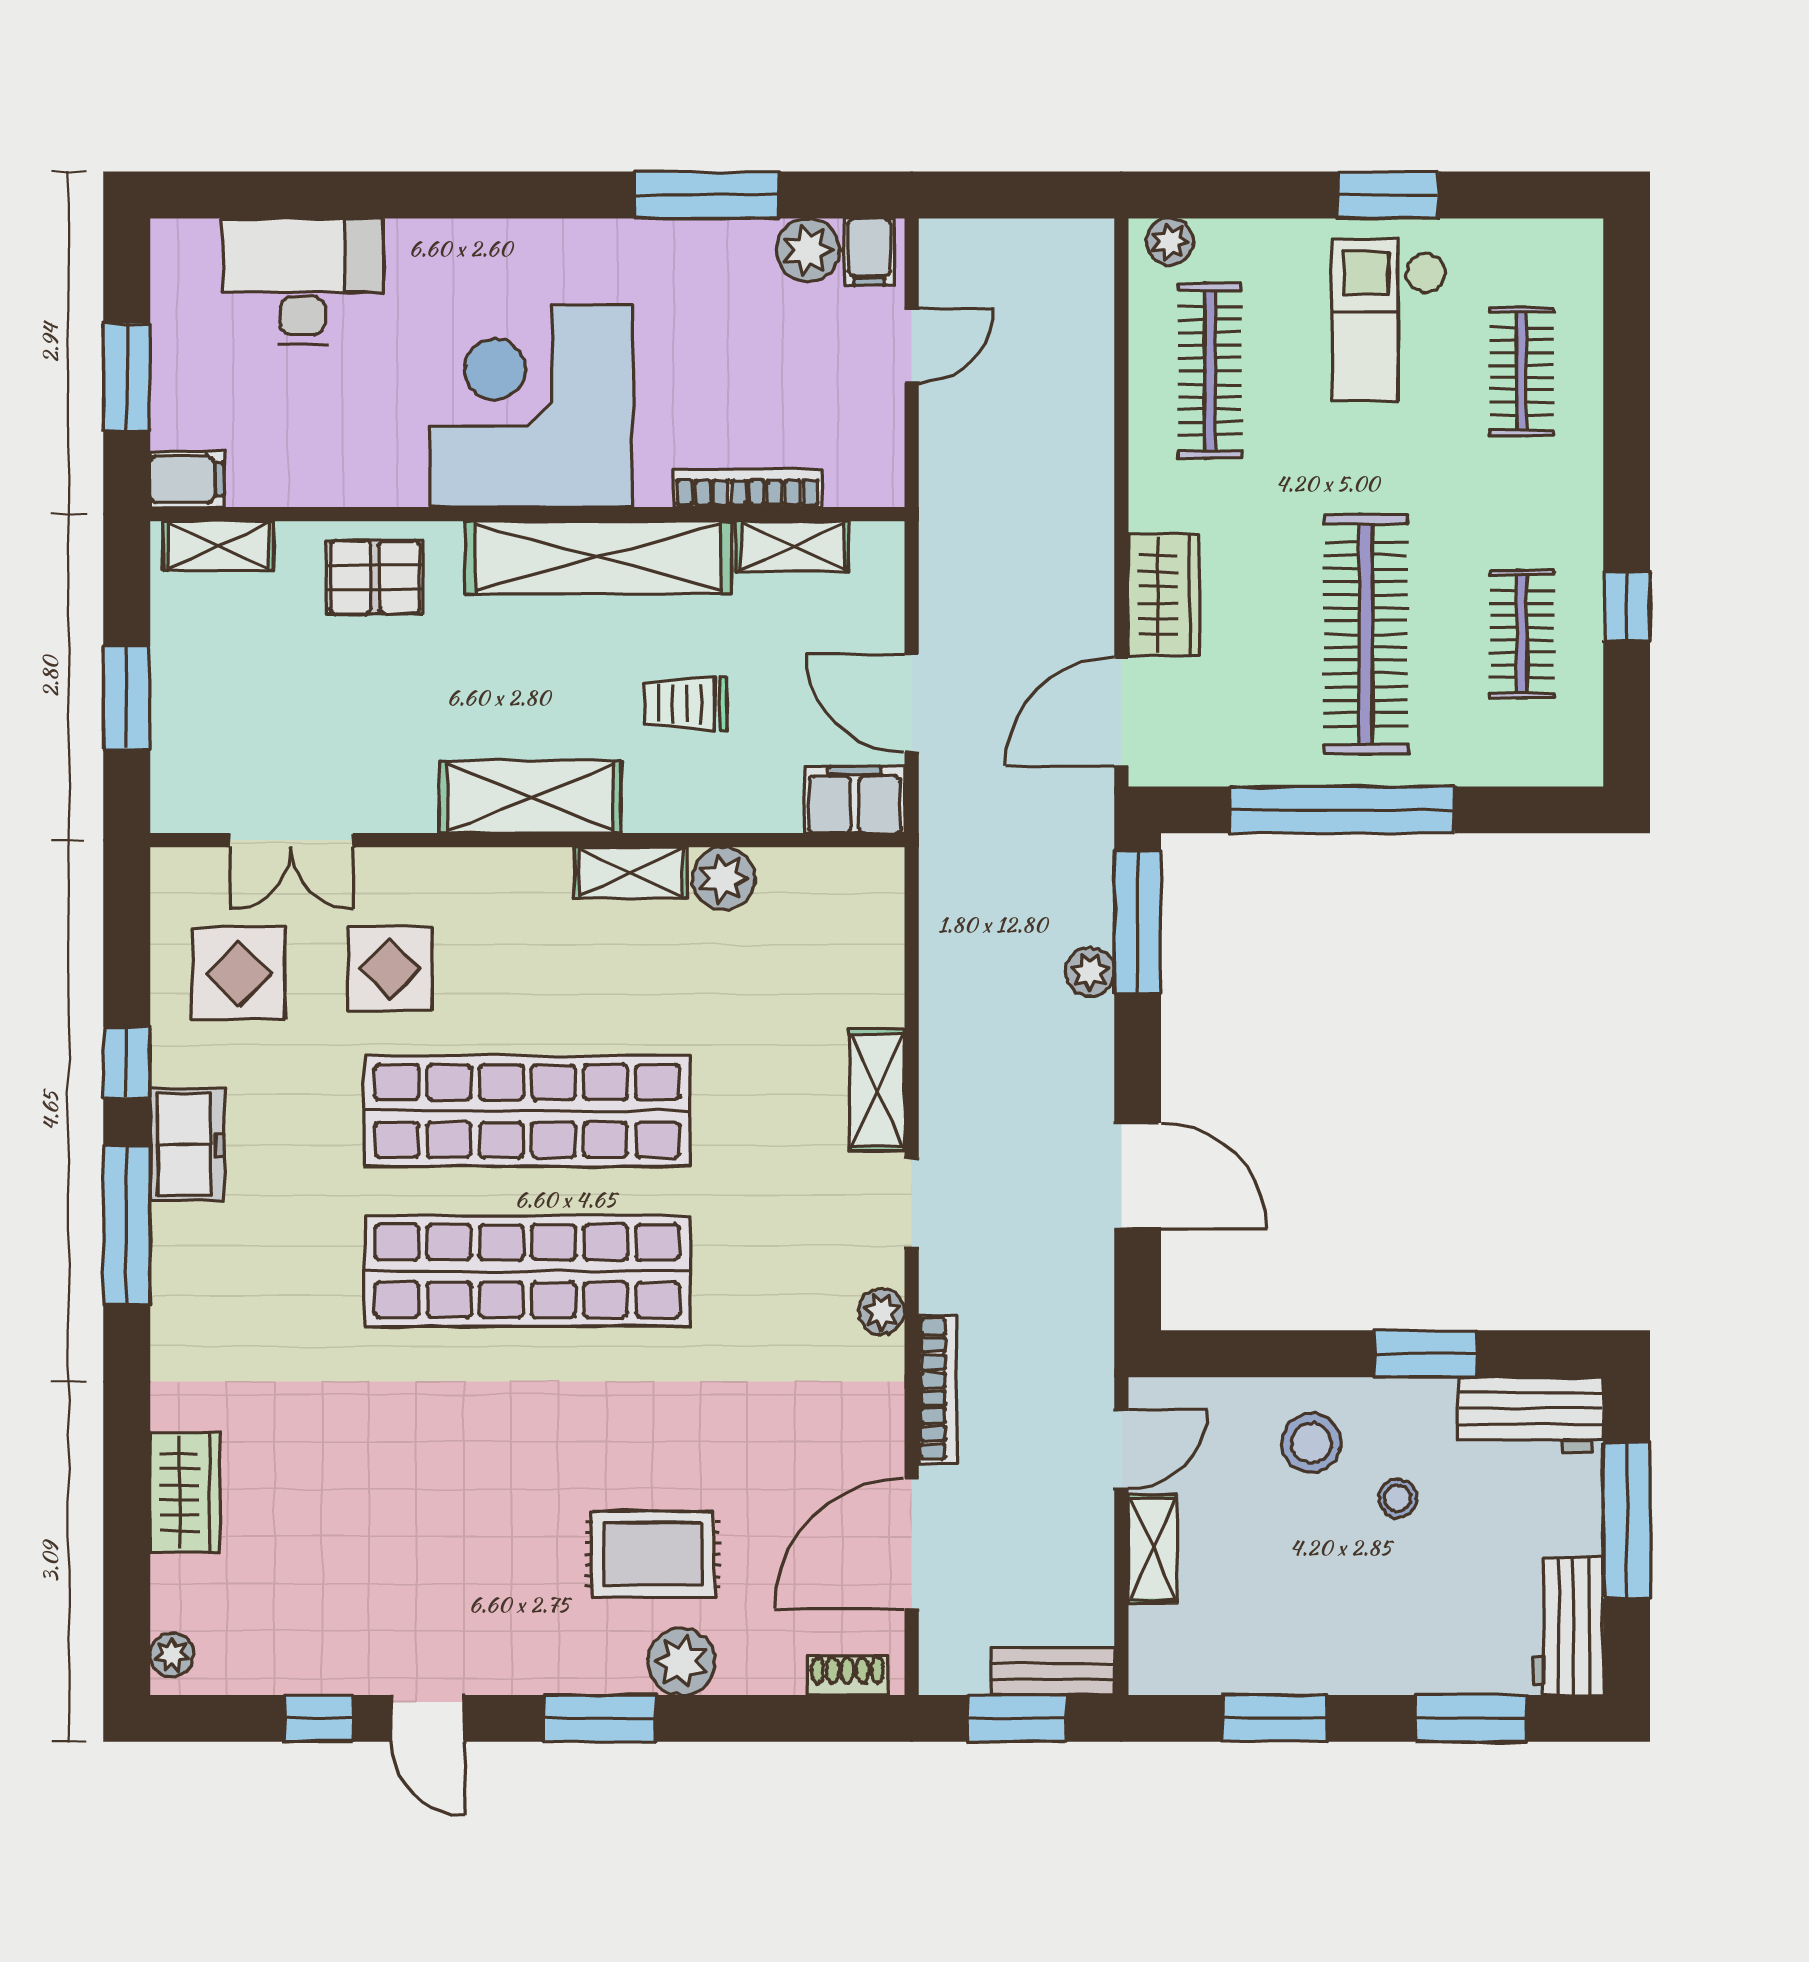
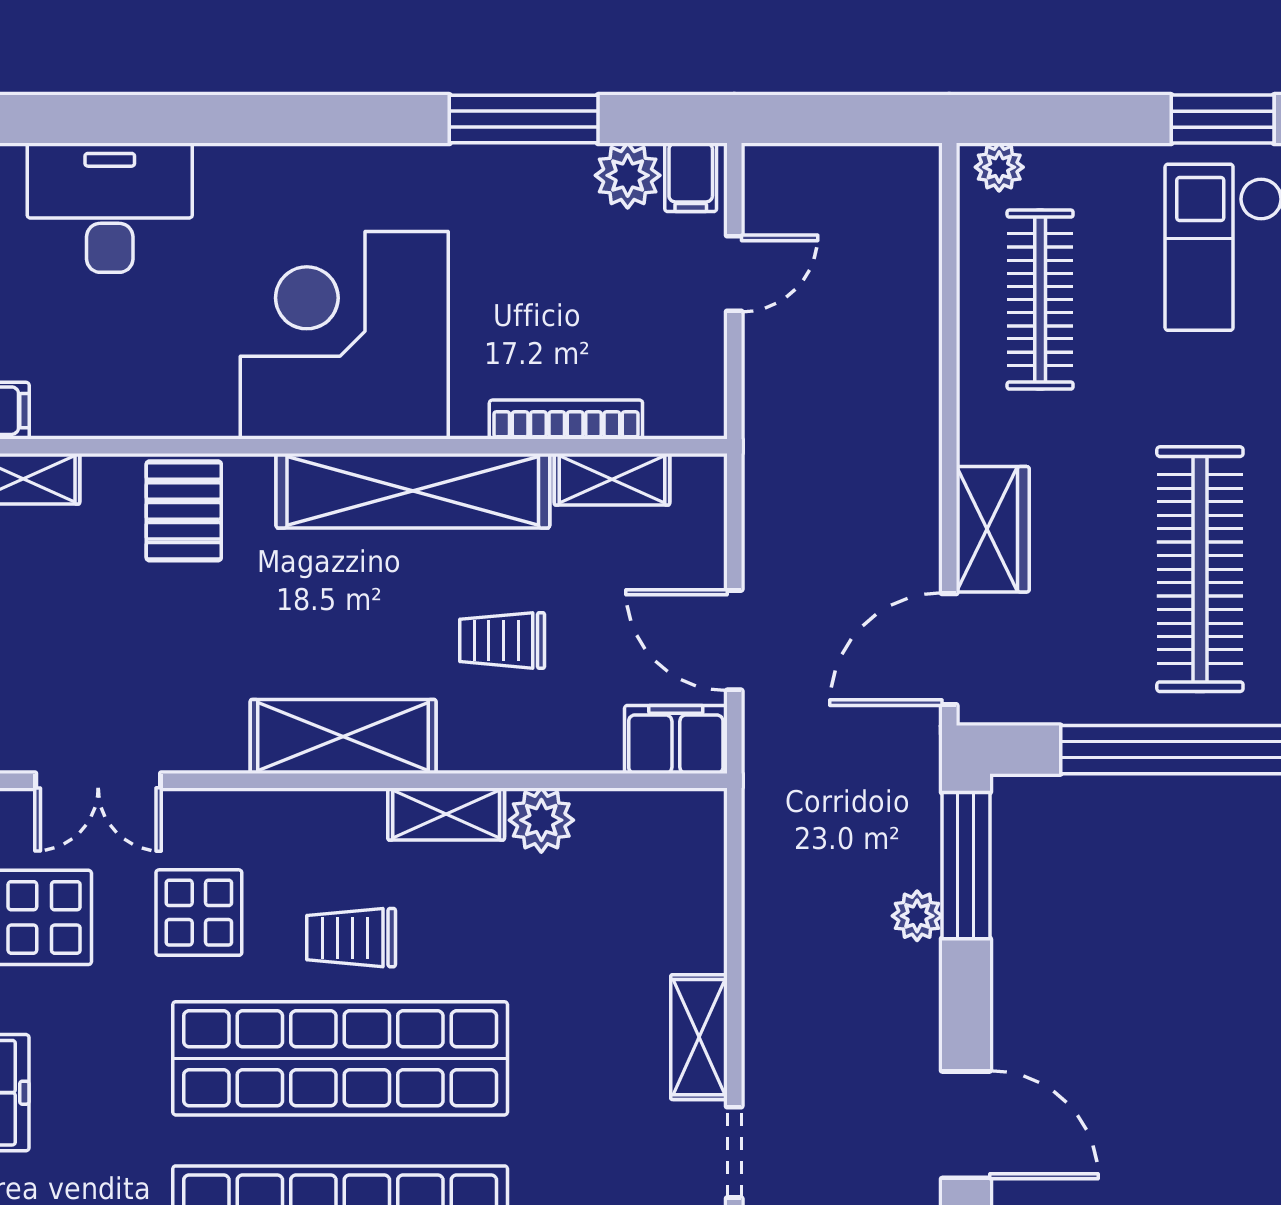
pallet: (375, 577) -> (184, 511), turned 90
trolley: (538, 993) -> (351, 938), added

